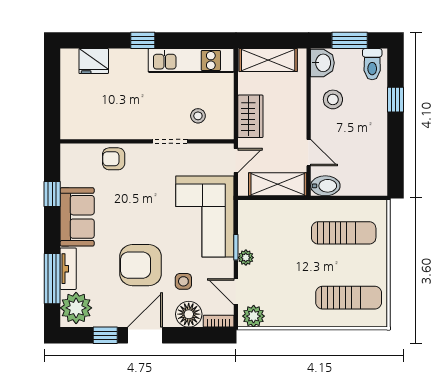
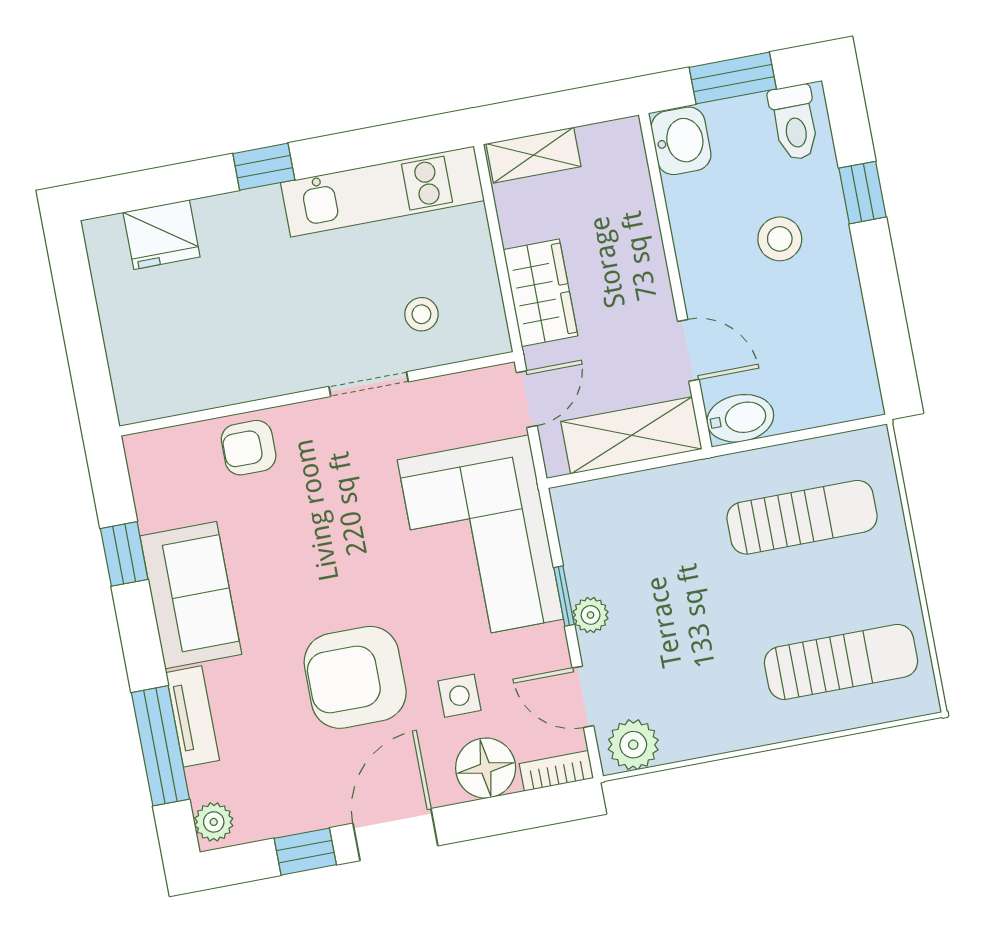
shelving: (268, 60) -> (533, 155), width x0.67, depth x0.75
stool: (333, 99) -> (780, 239), moved
plant: (76, 308) -> (214, 822), width x0.53, depth x0.53

